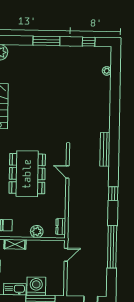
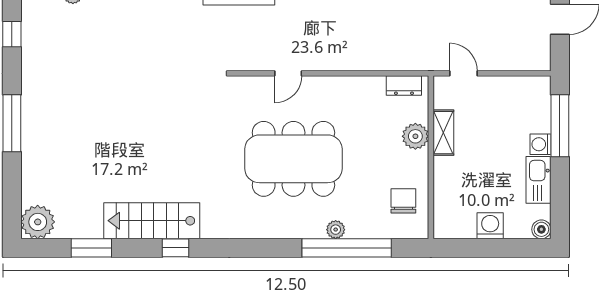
shelving: (15, 244) -> (443, 133), moved
washing machine: (36, 286) -> (540, 144), width x0.53, depth x0.53

